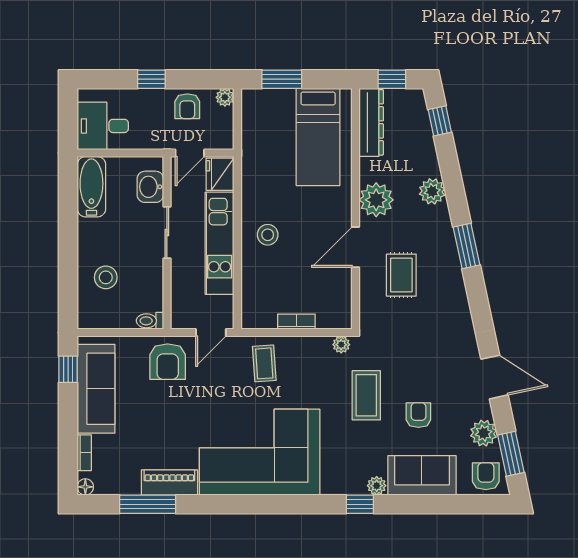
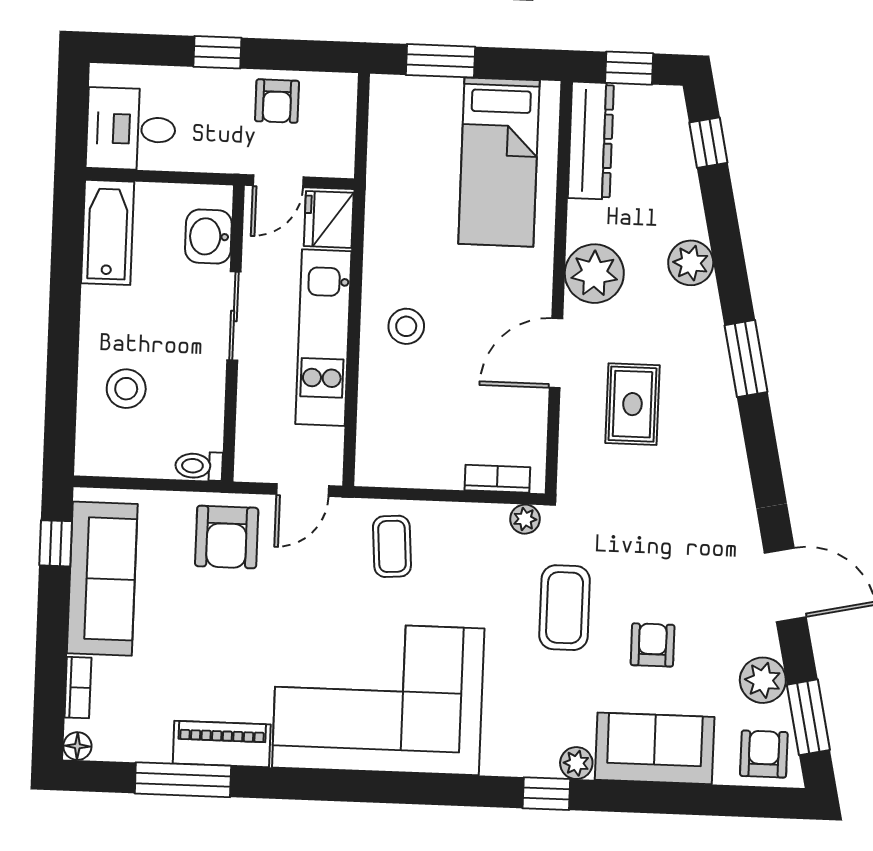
plant: (225, 97) -> (342, 88), removed
bookcase: (296, 322) -> (497, 479), moved

